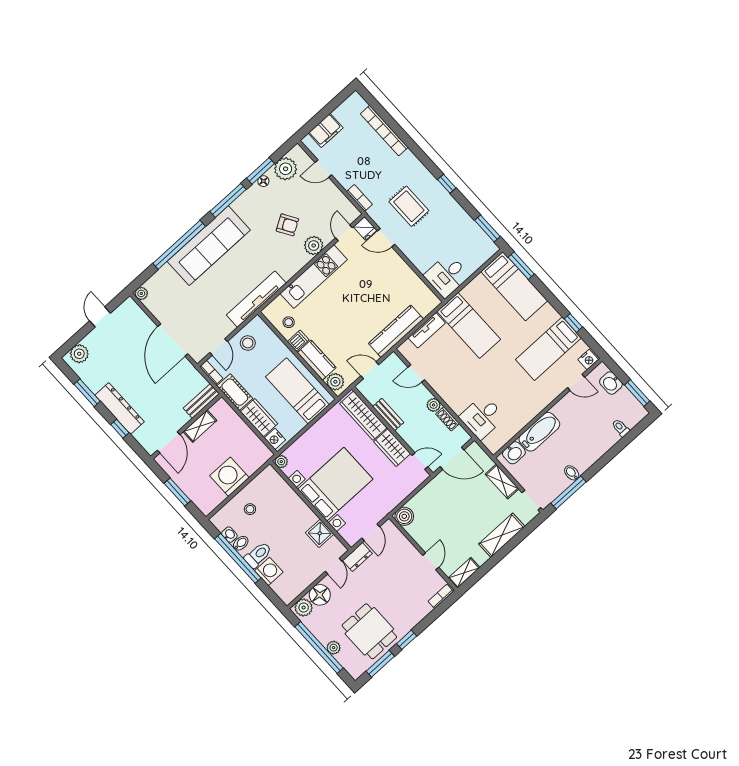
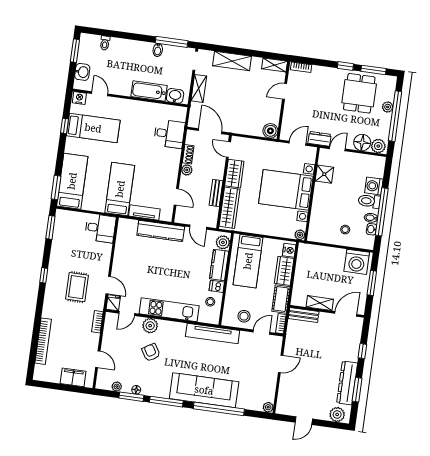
plant: (286, 169) -> (117, 387), width x0.53, depth x0.53
door: (173, 340) -> (281, 364), width x0.53
dresser: (120, 408) -> (347, 383), moved
washing machine: (229, 477) -> (357, 262), moved

